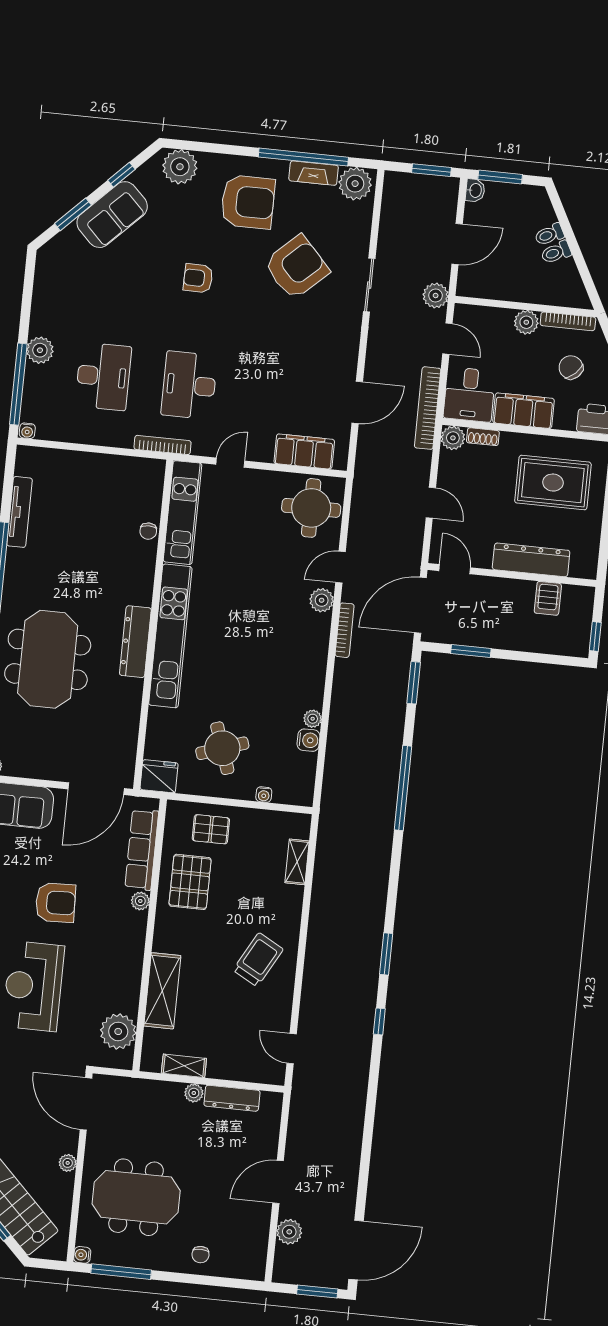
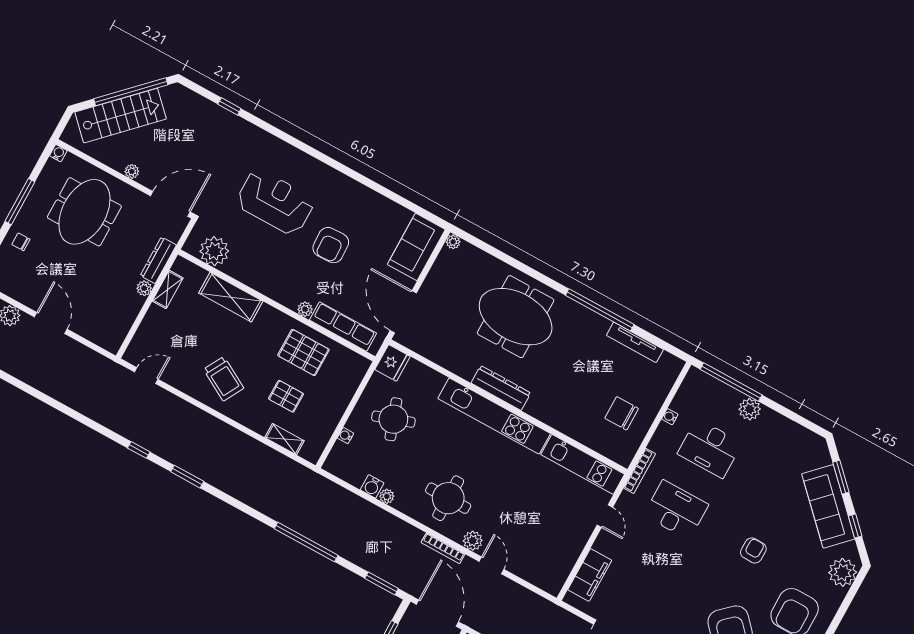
sofa: (112, 215) -> (828, 506), width x1.36
water cooler: (27, 431) -> (670, 417), moved
round table: (311, 508) -> (448, 498), moved
chair: (148, 531) -> (622, 413), moved, width x1.87, depth x1.87
pallet: (211, 829) -> (286, 396), moved, turned 90
dresser: (232, 1098) -> (158, 260), moved
window: (121, 1272) -> (20, 202), moved

